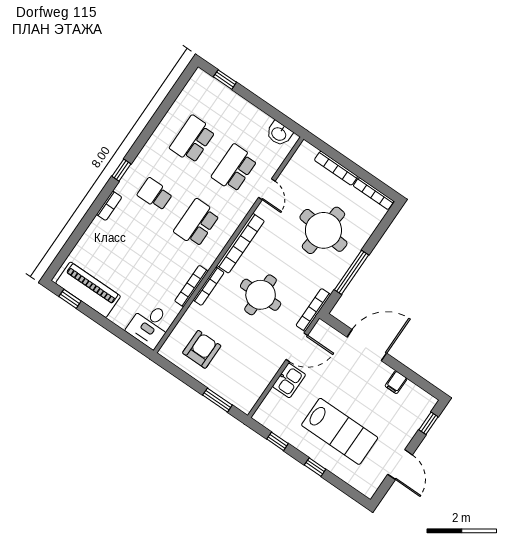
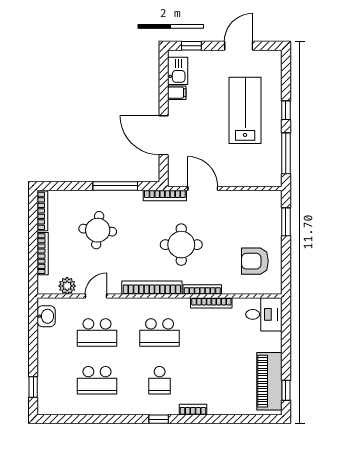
plant: (293, 170) -> (67, 286), added
round table: (323, 230) -> (98, 230), width x0.73, depth x0.73
kitchen sink: (289, 380) -> (178, 71), moved, turned 90
window: (277, 441) -> (286, 153), width x2.17

